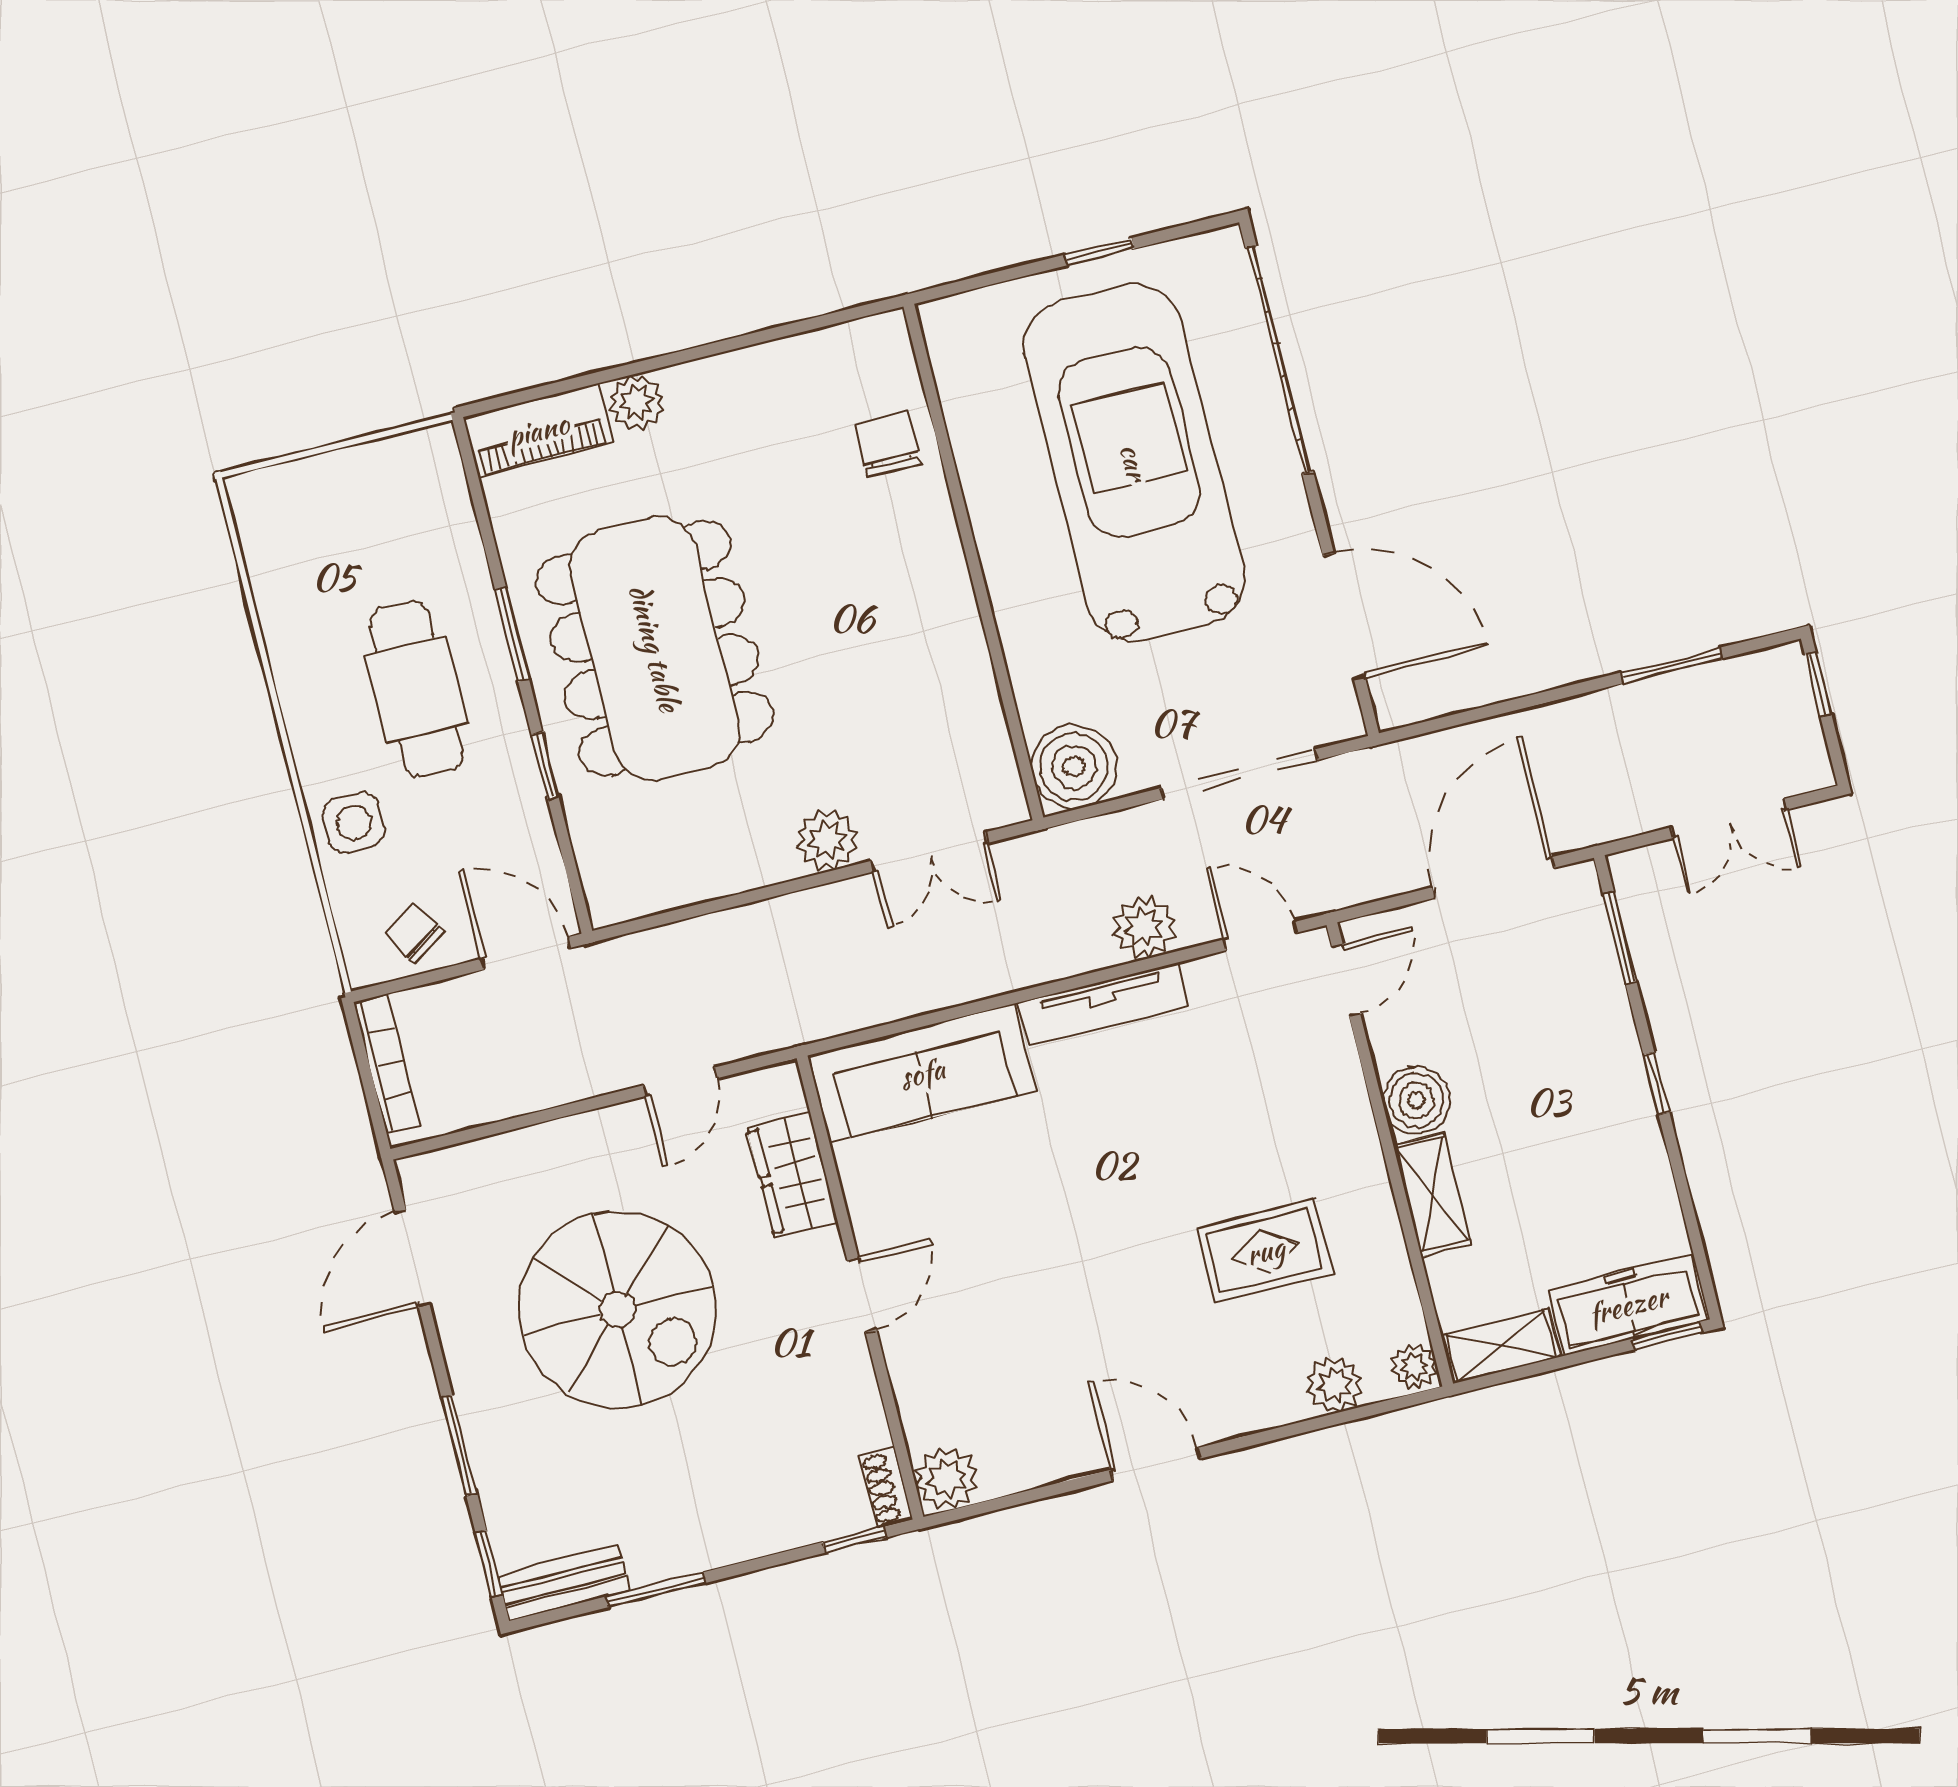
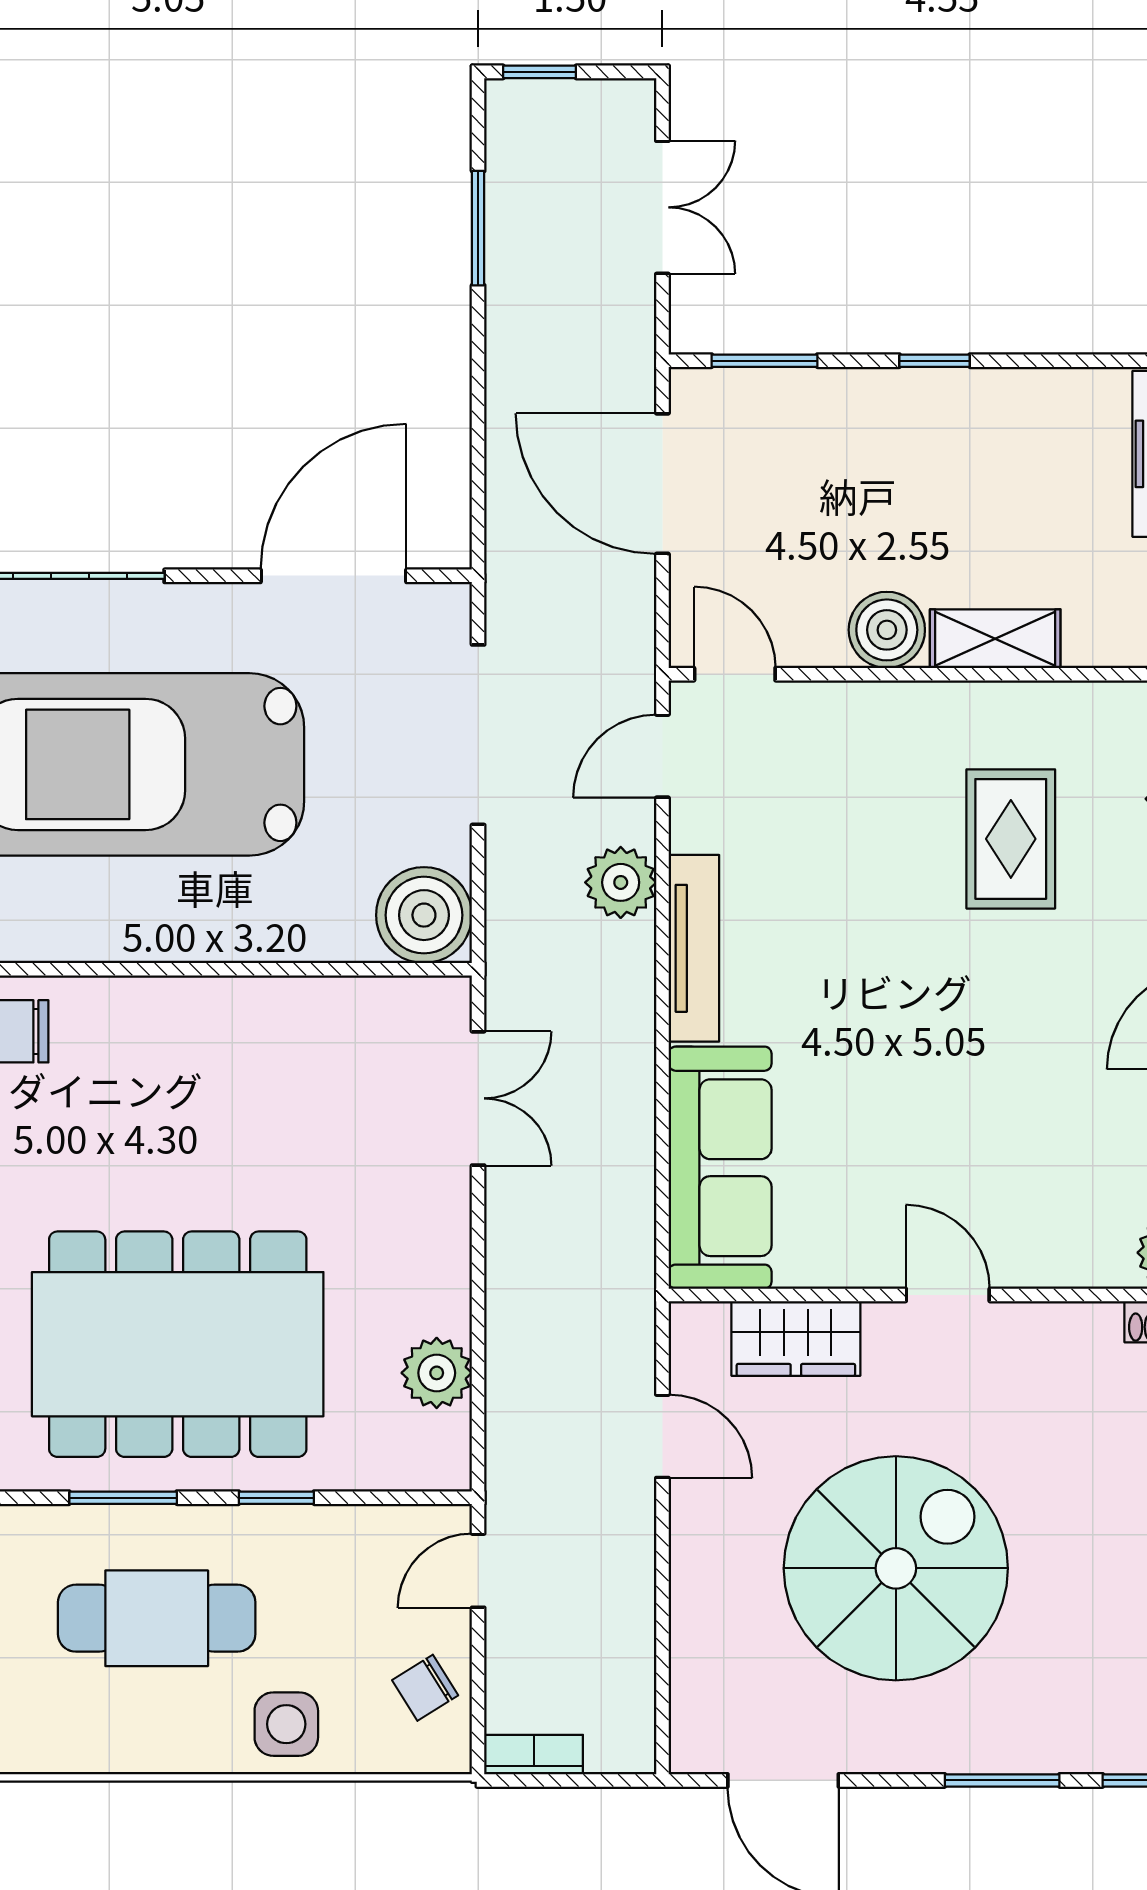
plant: (827, 840) -> (437, 1373), moved
door: (526, 953) -> (478, 1571), width x0.73
bookcase: (387, 1064) -> (534, 1755), width x0.64

